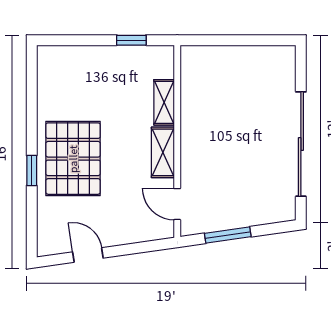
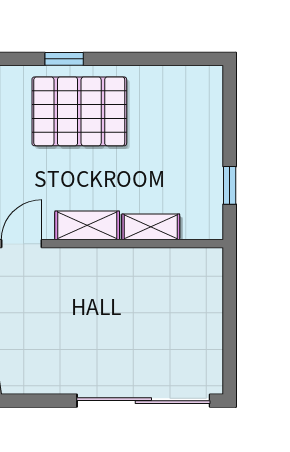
sliding door: (301, 144) -> (143, 401), moved

